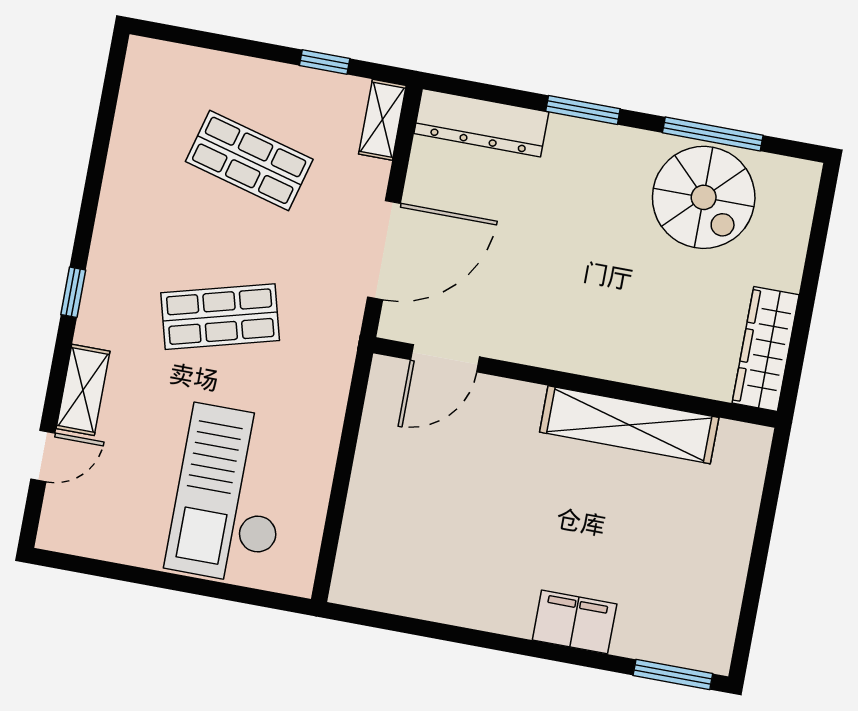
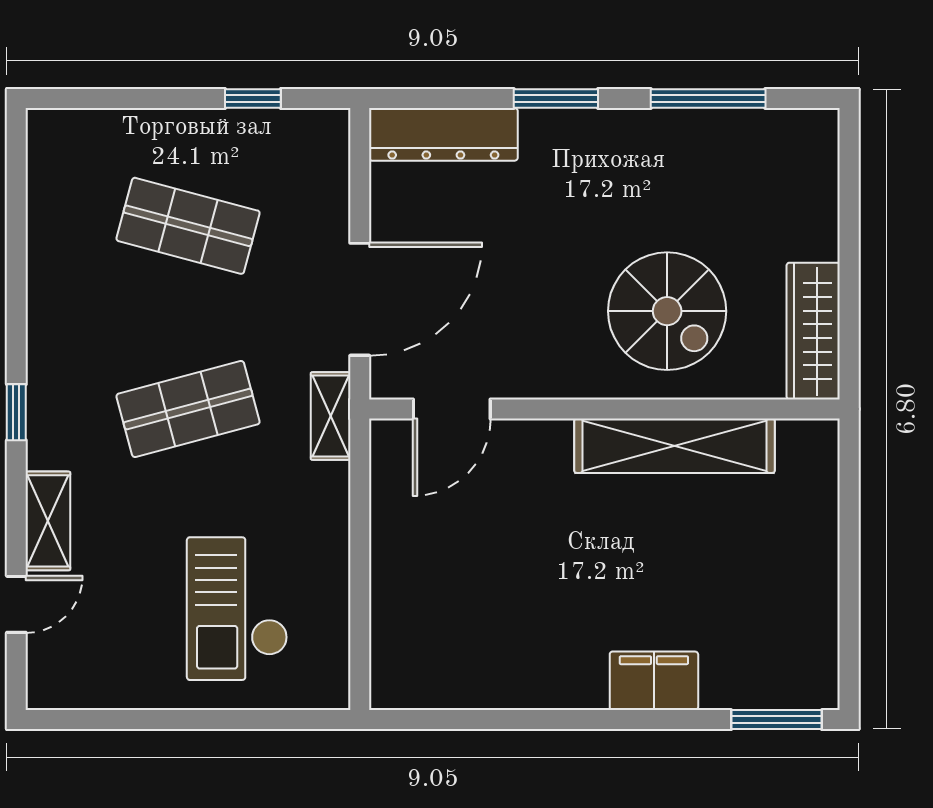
shelving: (382, 120) -> (331, 416), moved
spiral stairs: (704, 197) -> (667, 311), moved
checkout: (231, 495) -> (237, 609), width x0.73, depth x0.83

